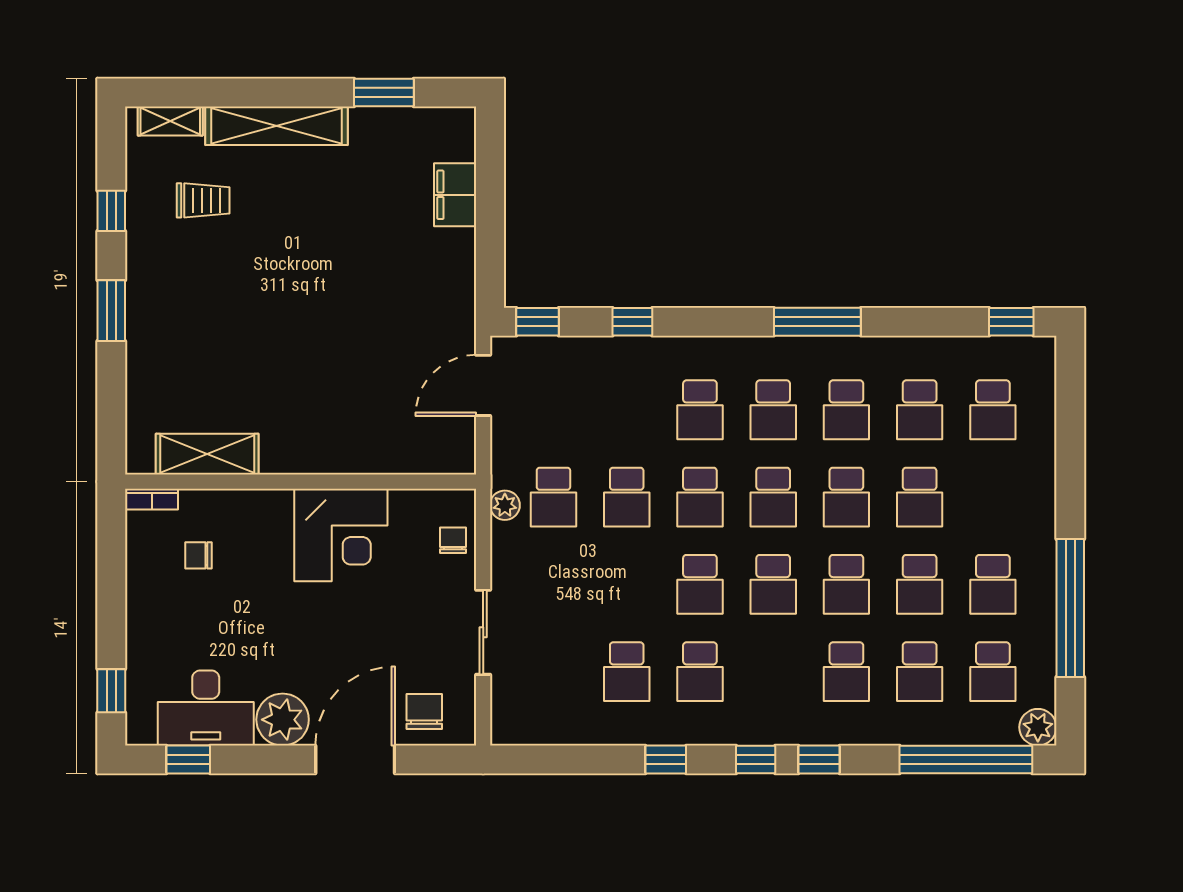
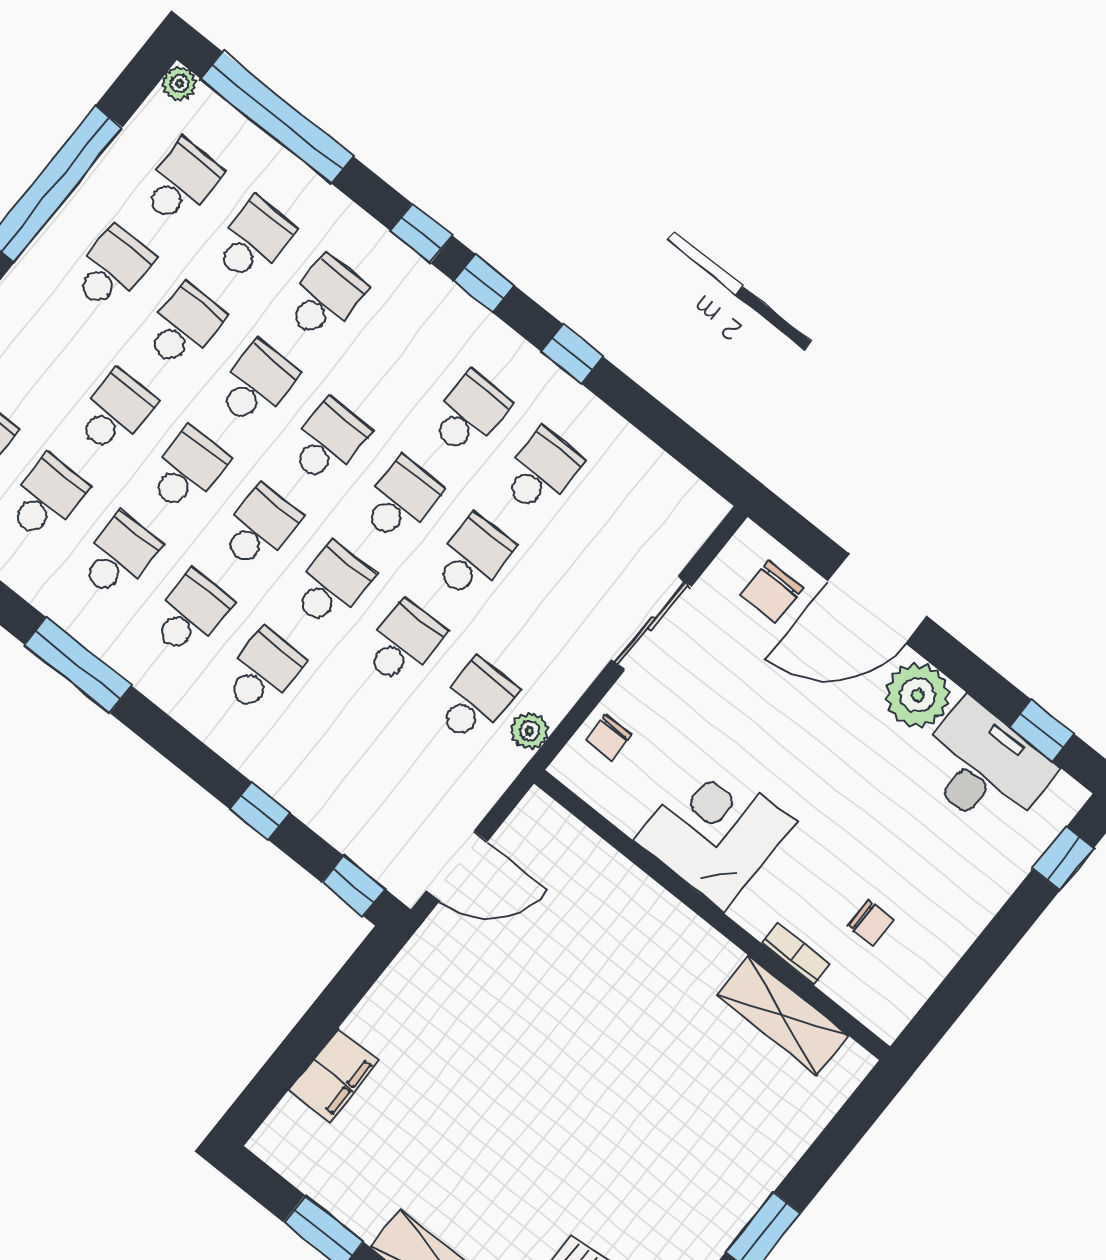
bookcase: (152, 499) -> (796, 954), moved
school desk: (627, 584) -> (472, 557), added
plant: (1038, 727) -> (179, 84), width x0.73, depth x0.73

